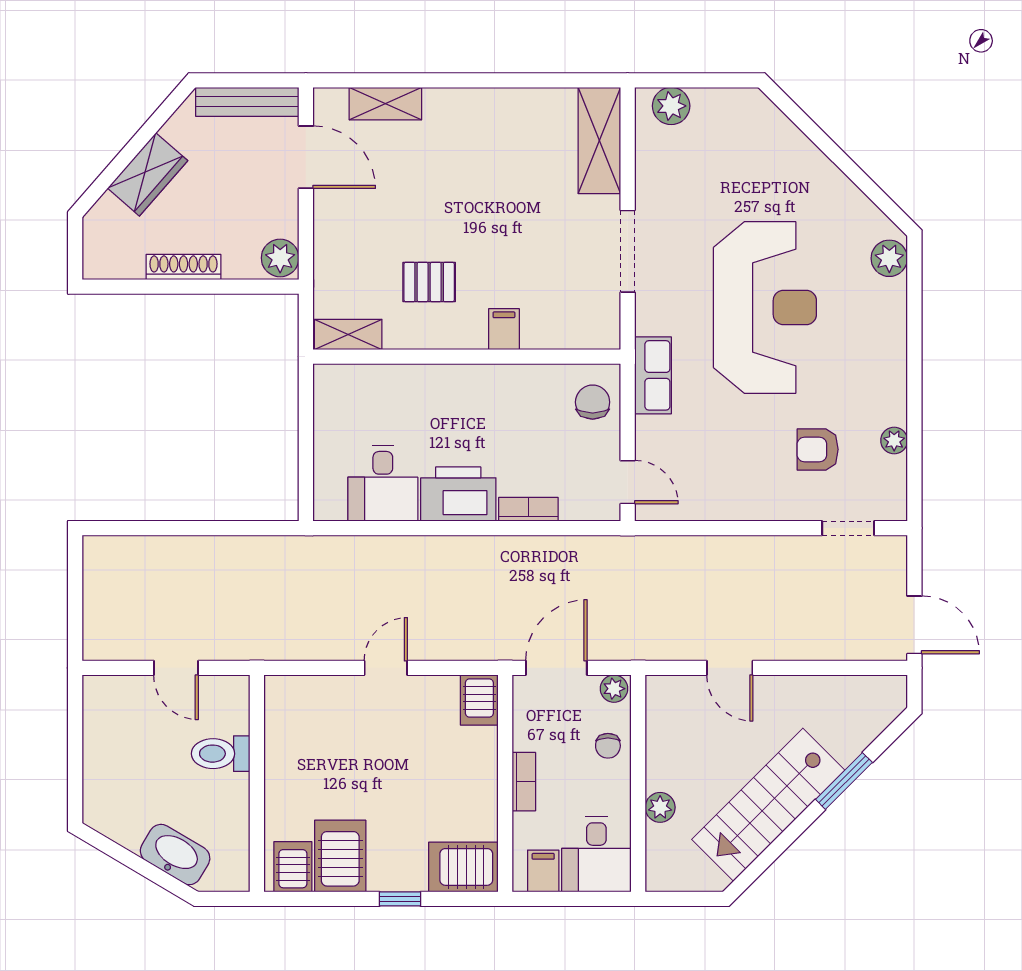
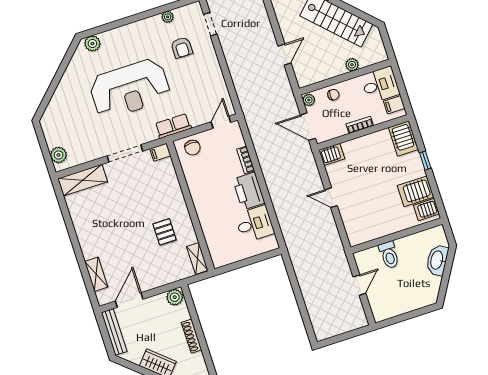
reception desk: (765, 308) -> (130, 89), turned 180
filing cabinet: (504, 329) -> (160, 152), moved
chair: (593, 402) -> (192, 148), turned -90

